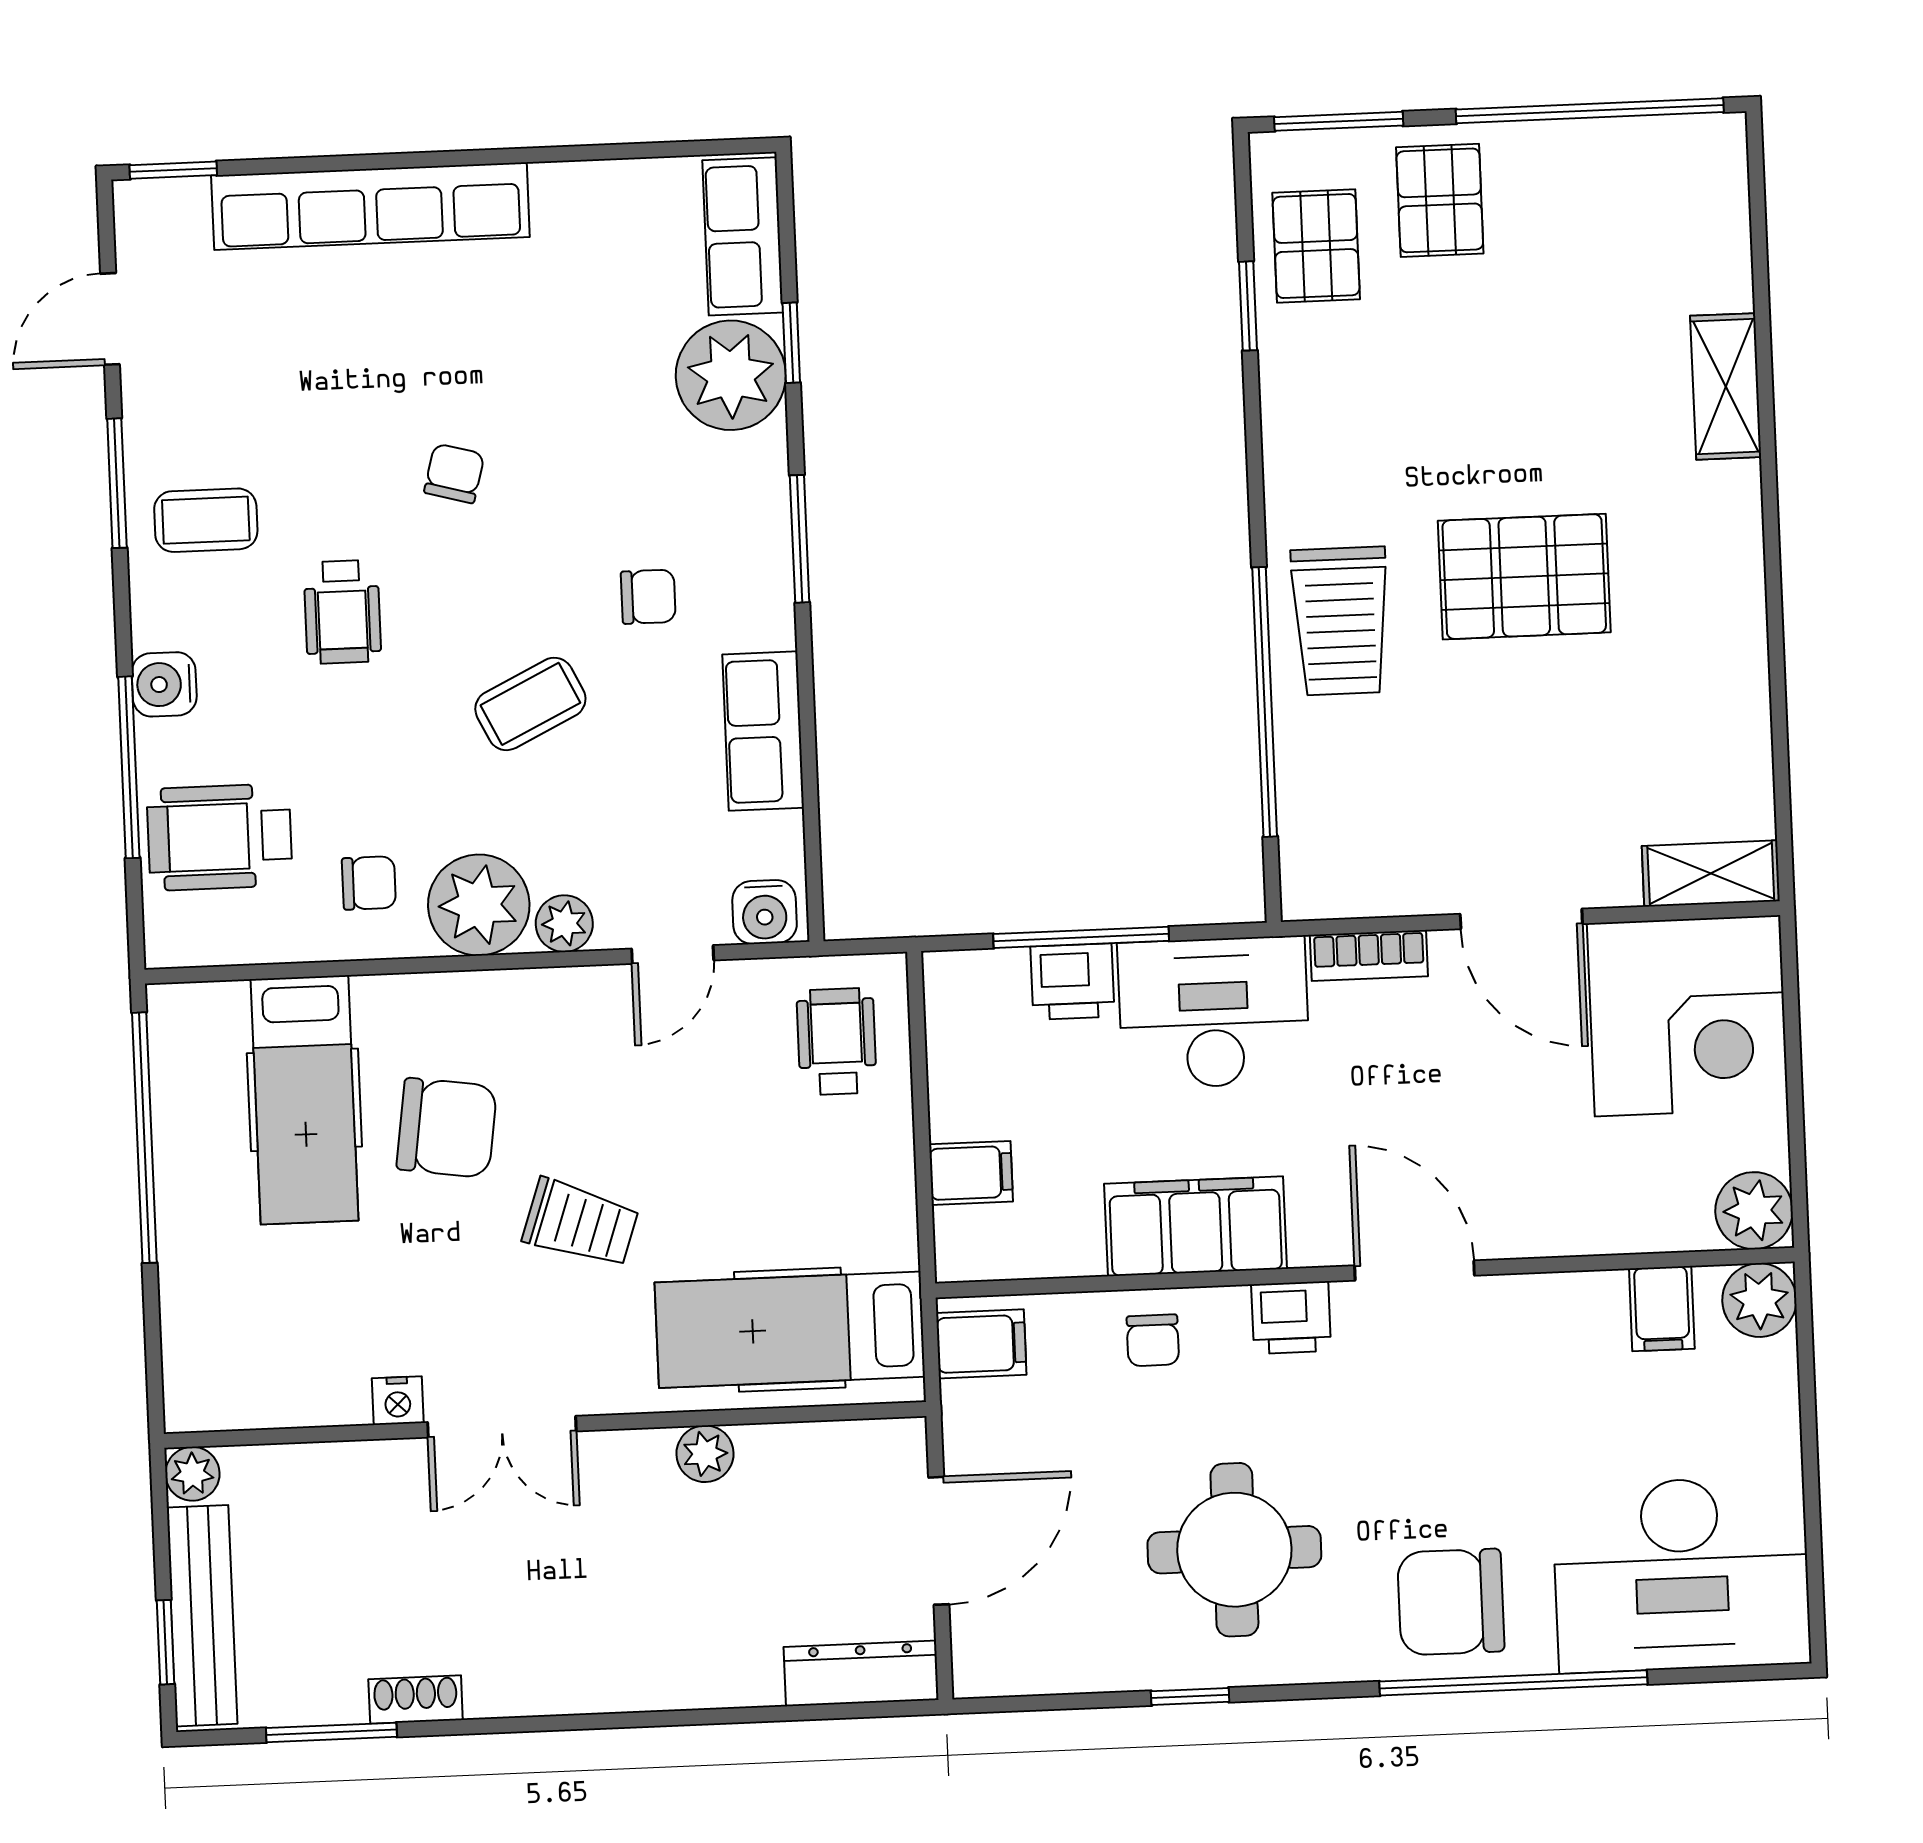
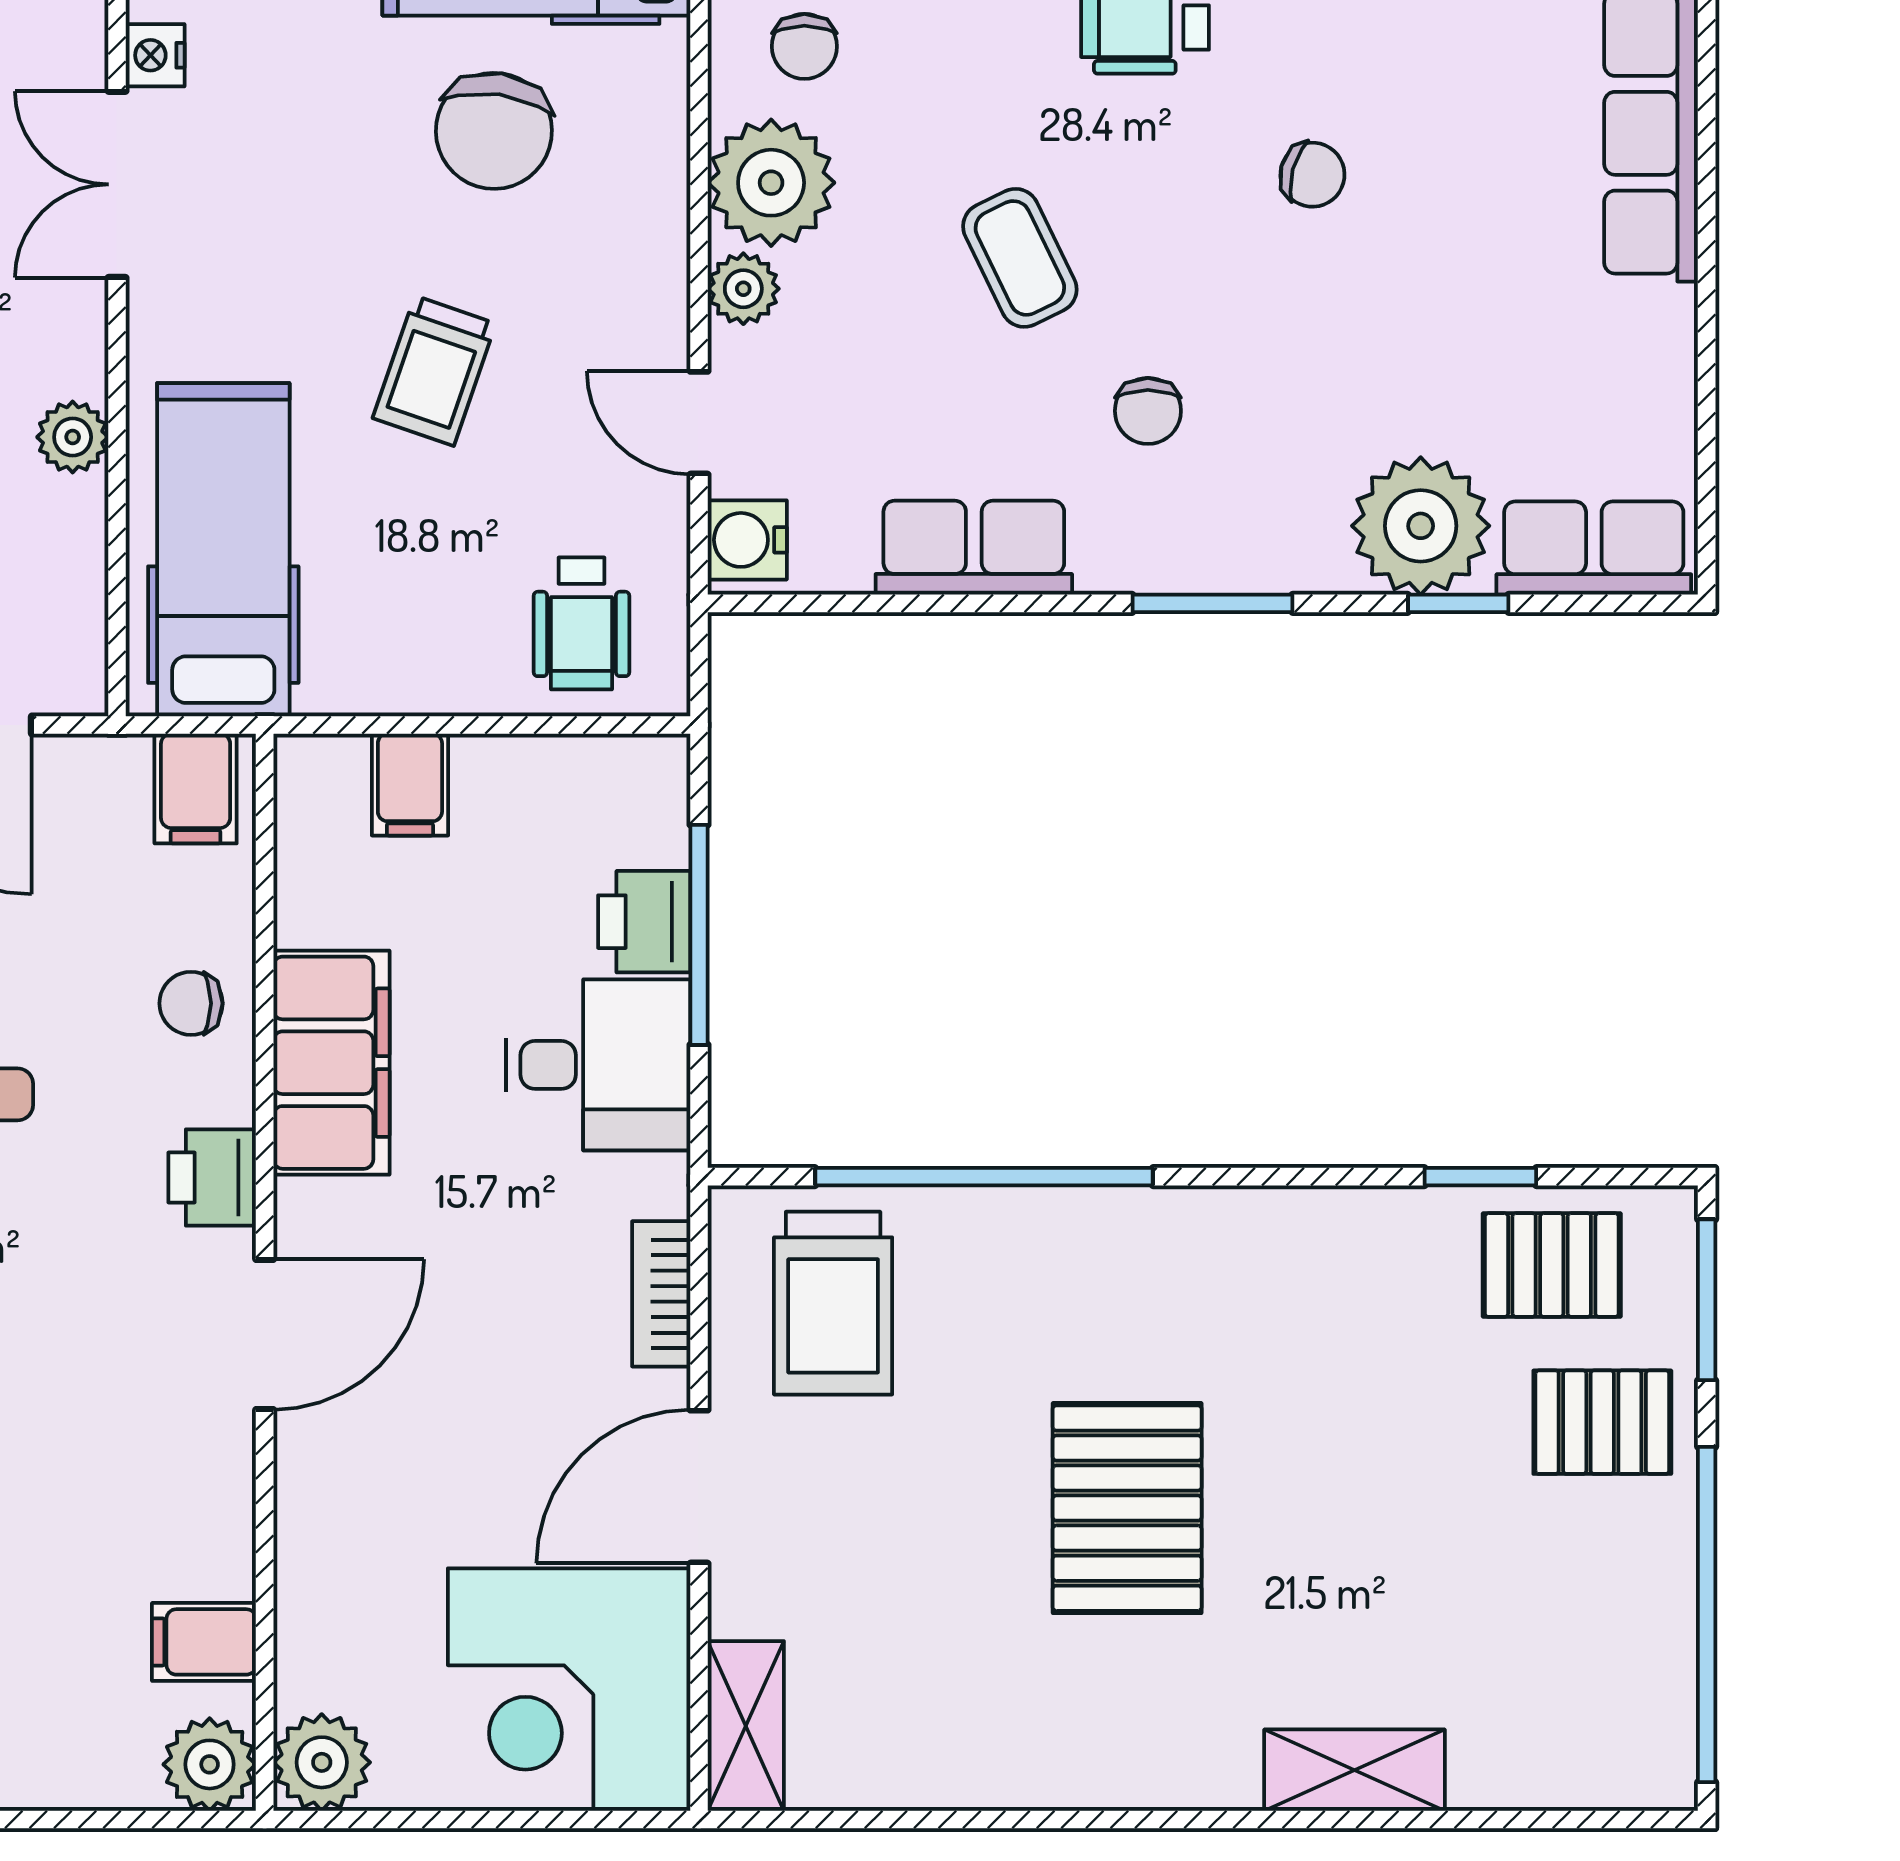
trolley: (1341, 621) -> (833, 1303), moved, turned -90
desk: (1214, 1013) -> (598, 1065), width x0.73
wheelchair: (837, 1041) -> (581, 623), turned 90
trolley: (581, 1223) -> (434, 371), moved

